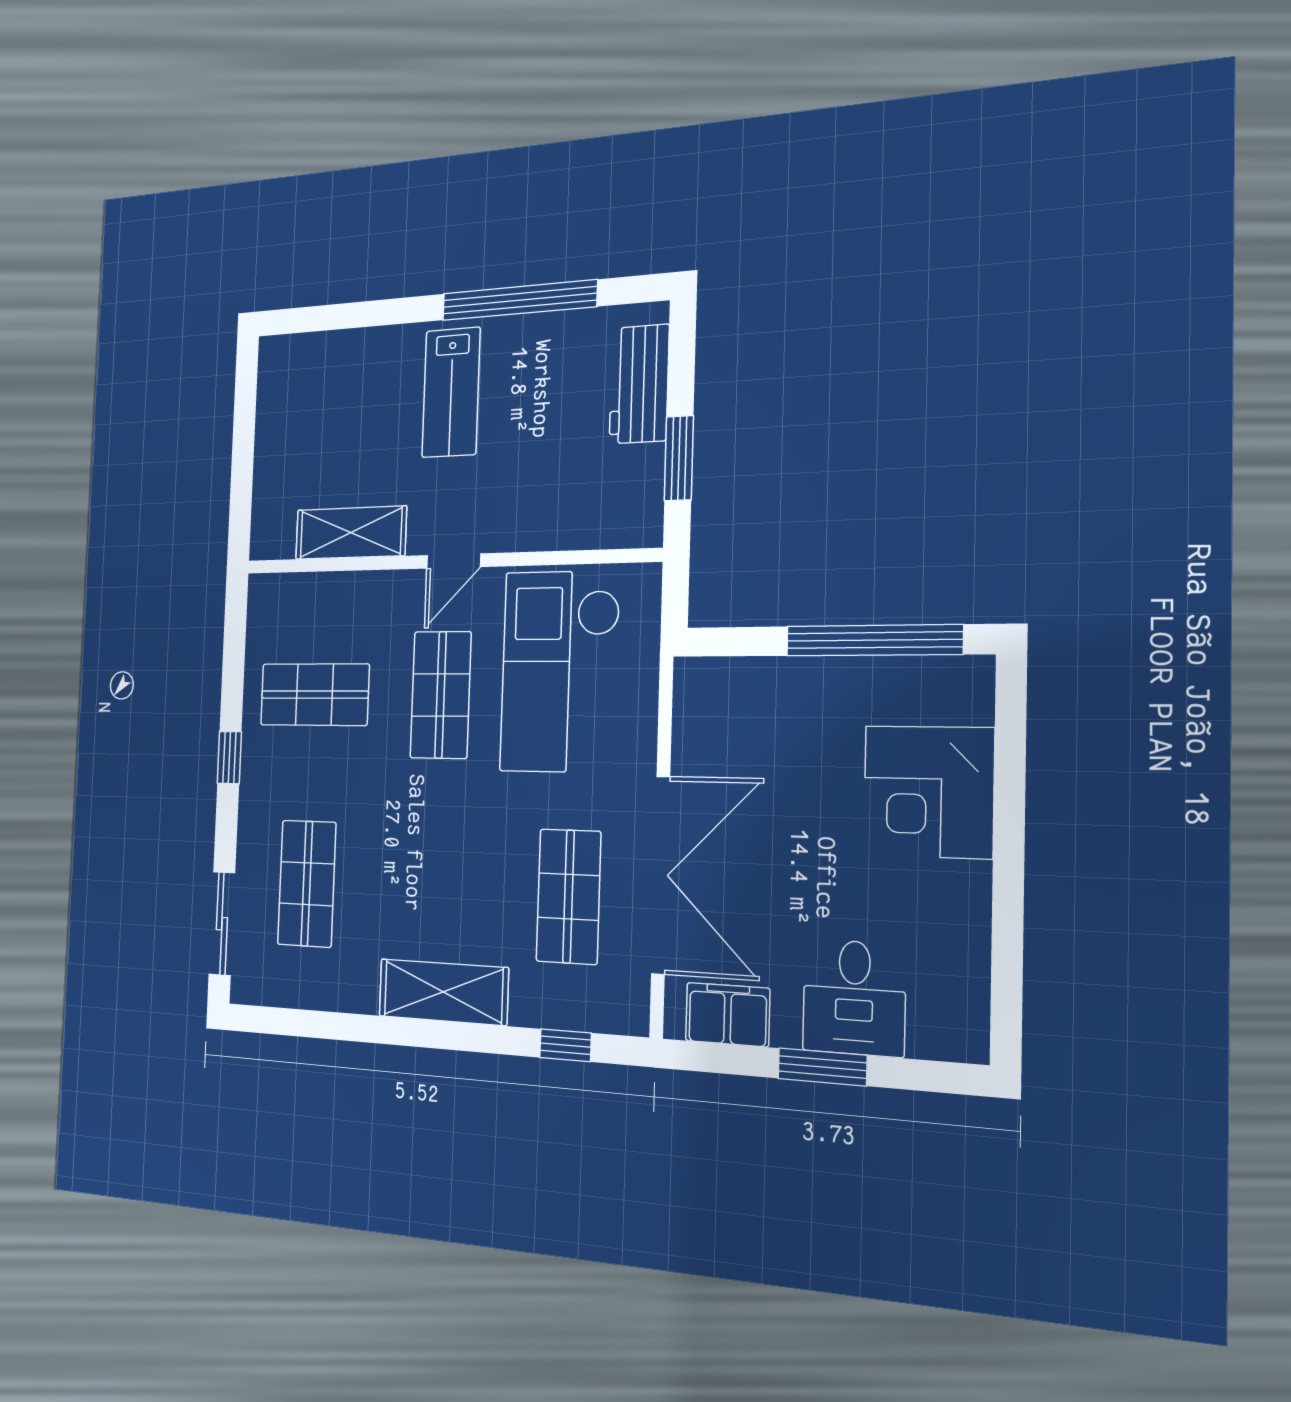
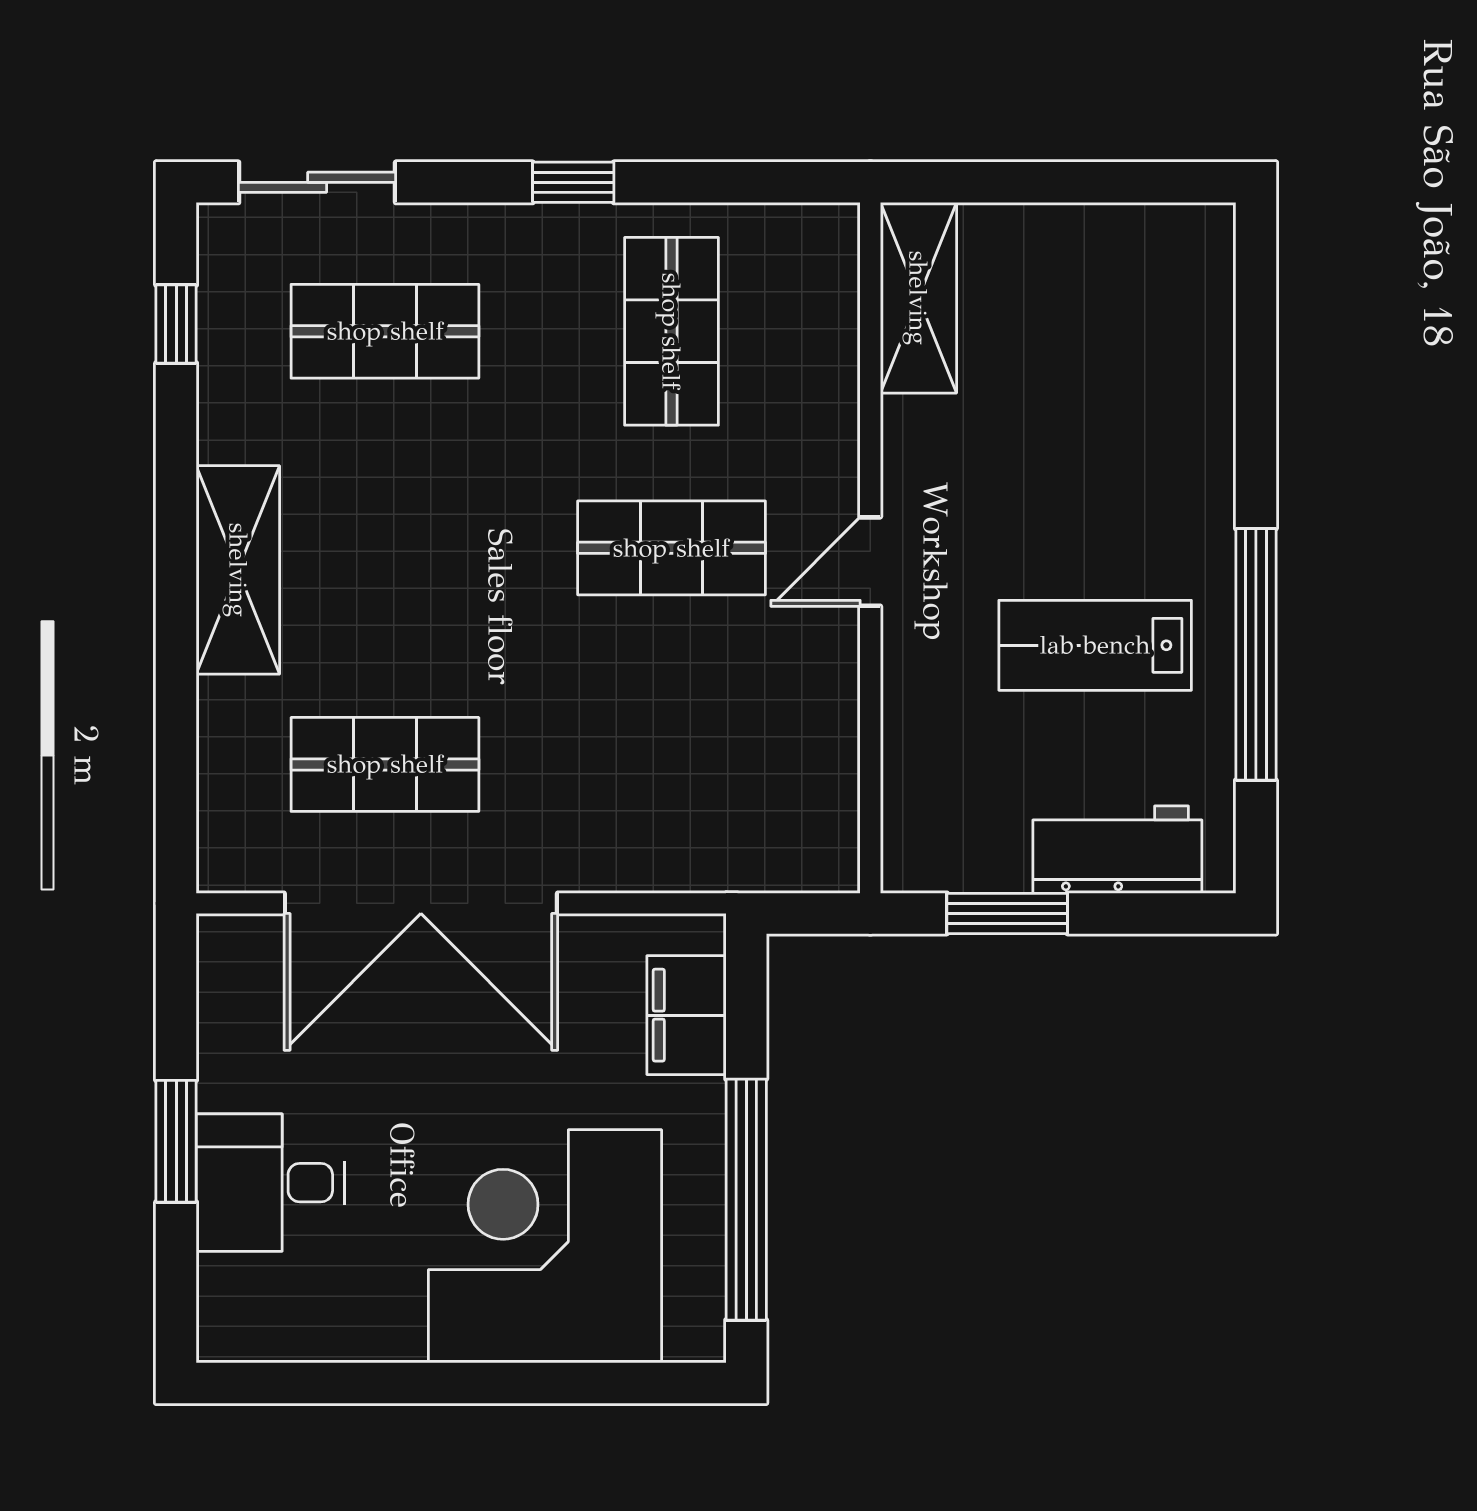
lab bench: (451, 392) -> (1095, 645), moved
shelving: (351, 533) -> (918, 298), moved
door: (454, 561) -> (870, 562), hinge flipped
checkout: (560, 671) -> (706, 740), removed
corner desk: (928, 792) -> (545, 1246), width x1.36, depth x1.36
filing cabinet: (728, 1015) -> (686, 1015), moved, turned 180
window: (565, 1045) -> (176, 324), moved

